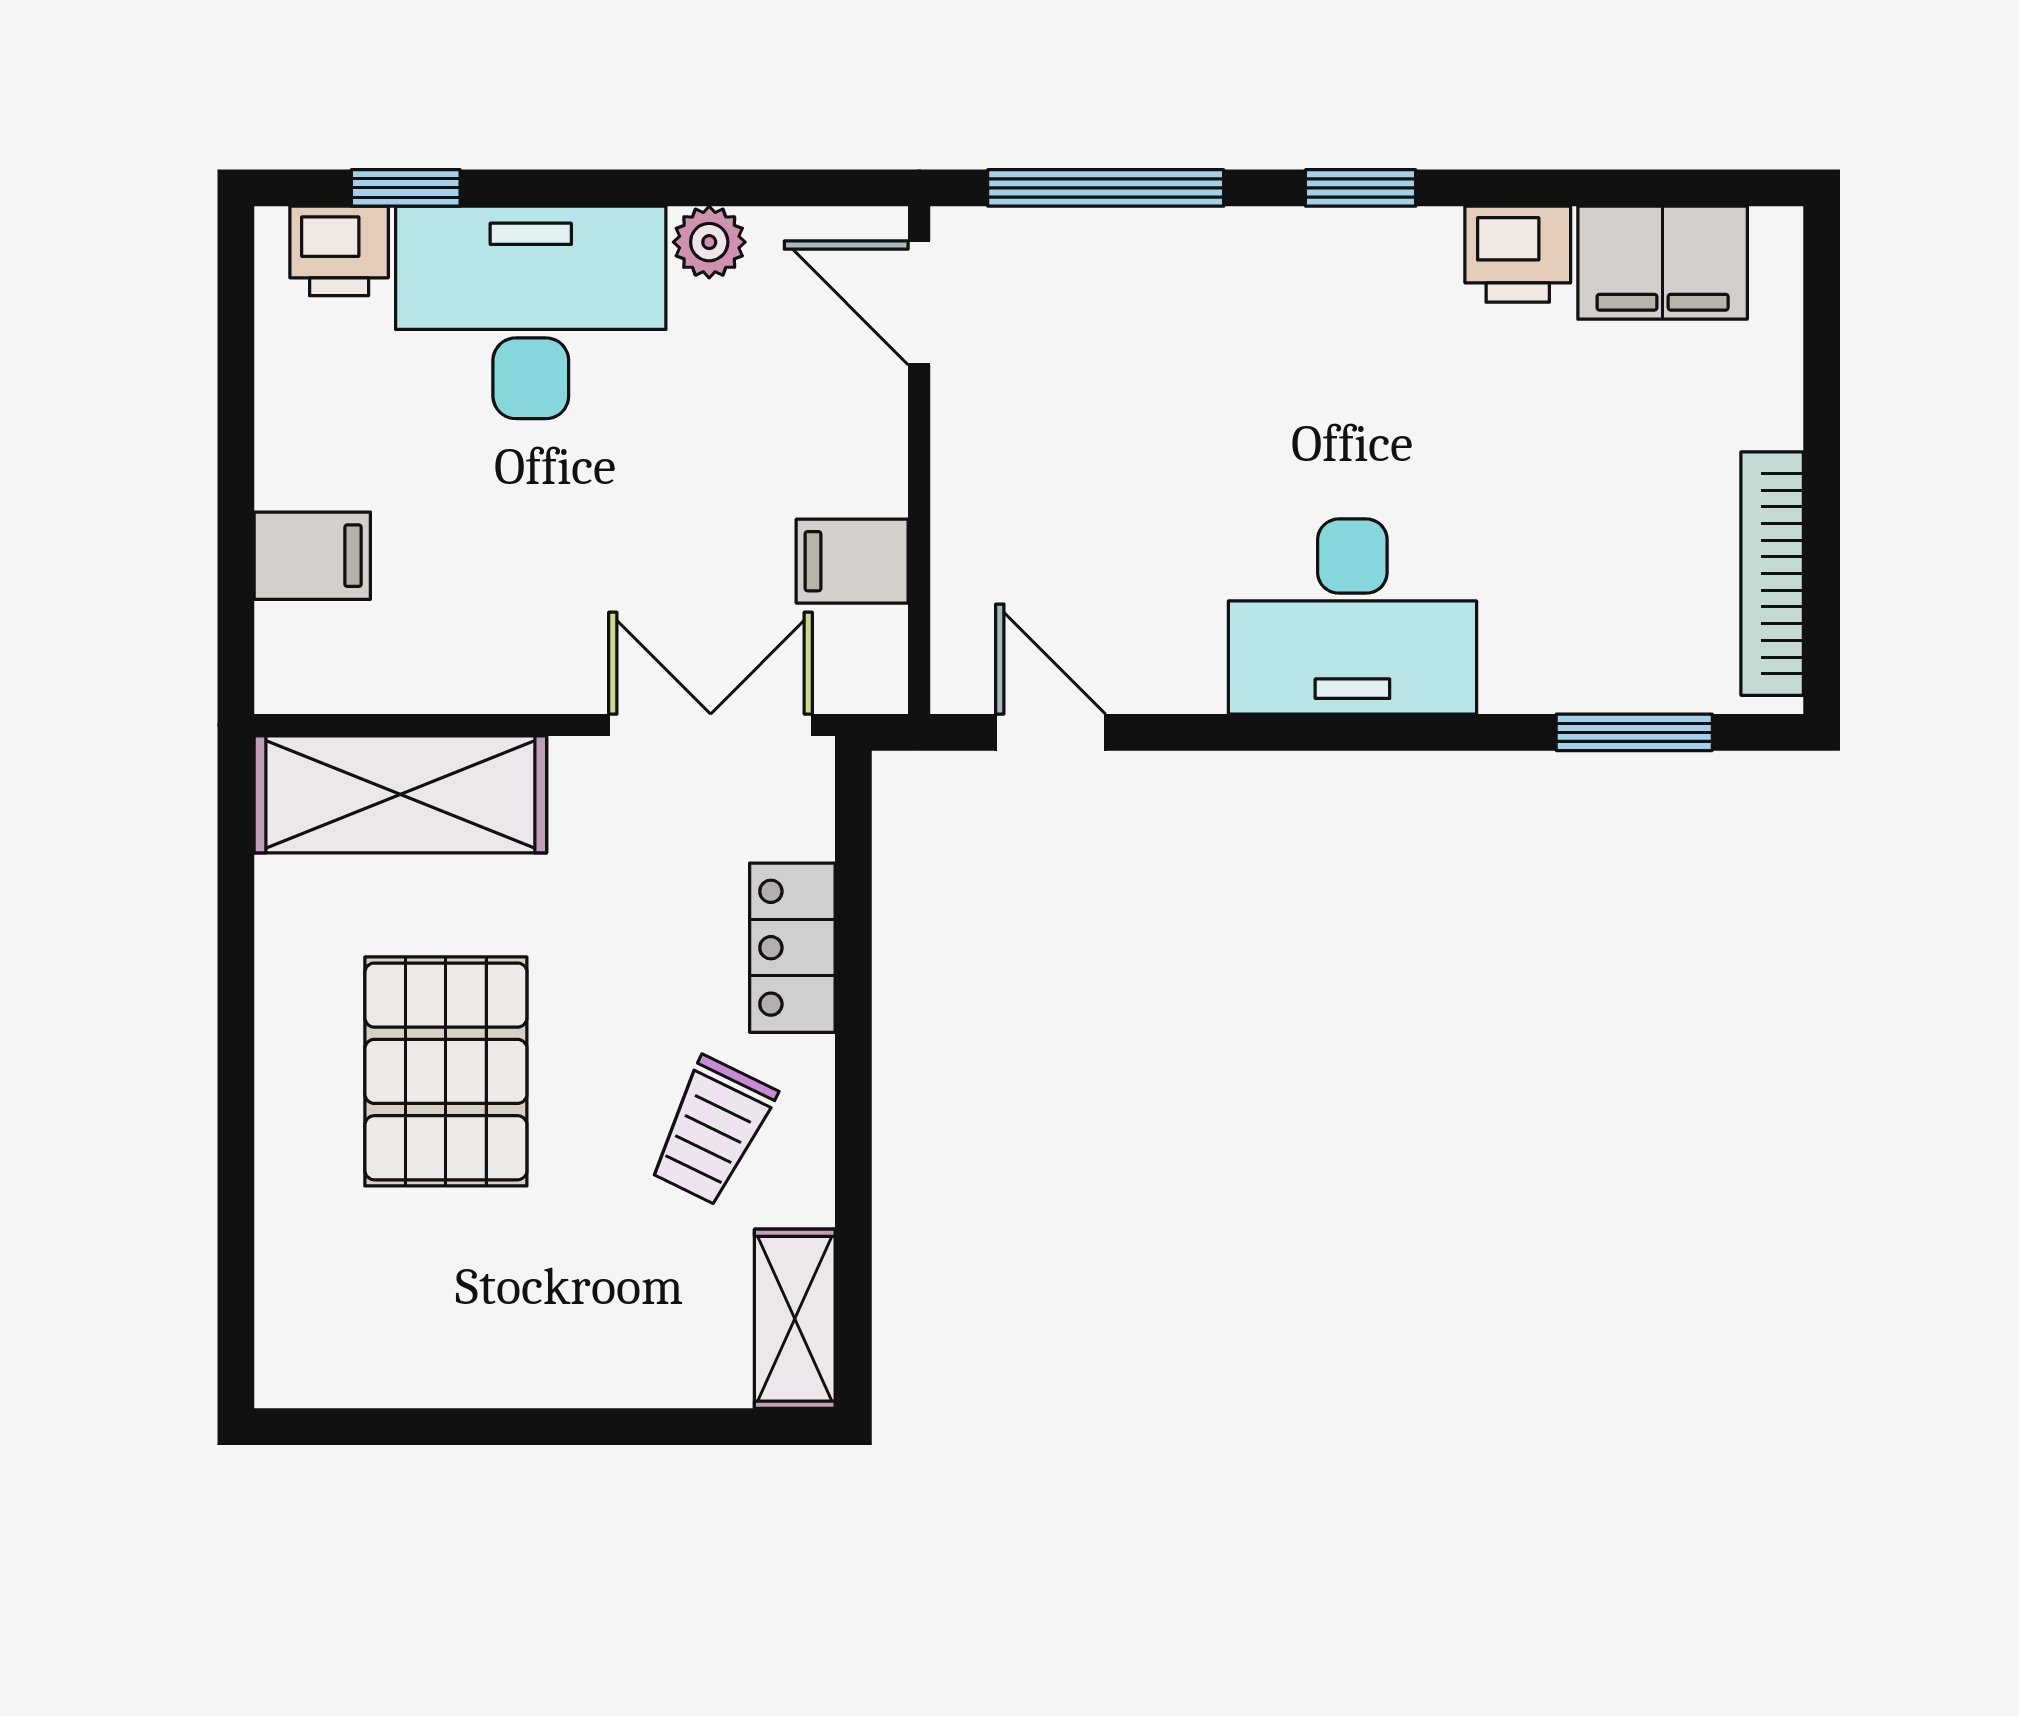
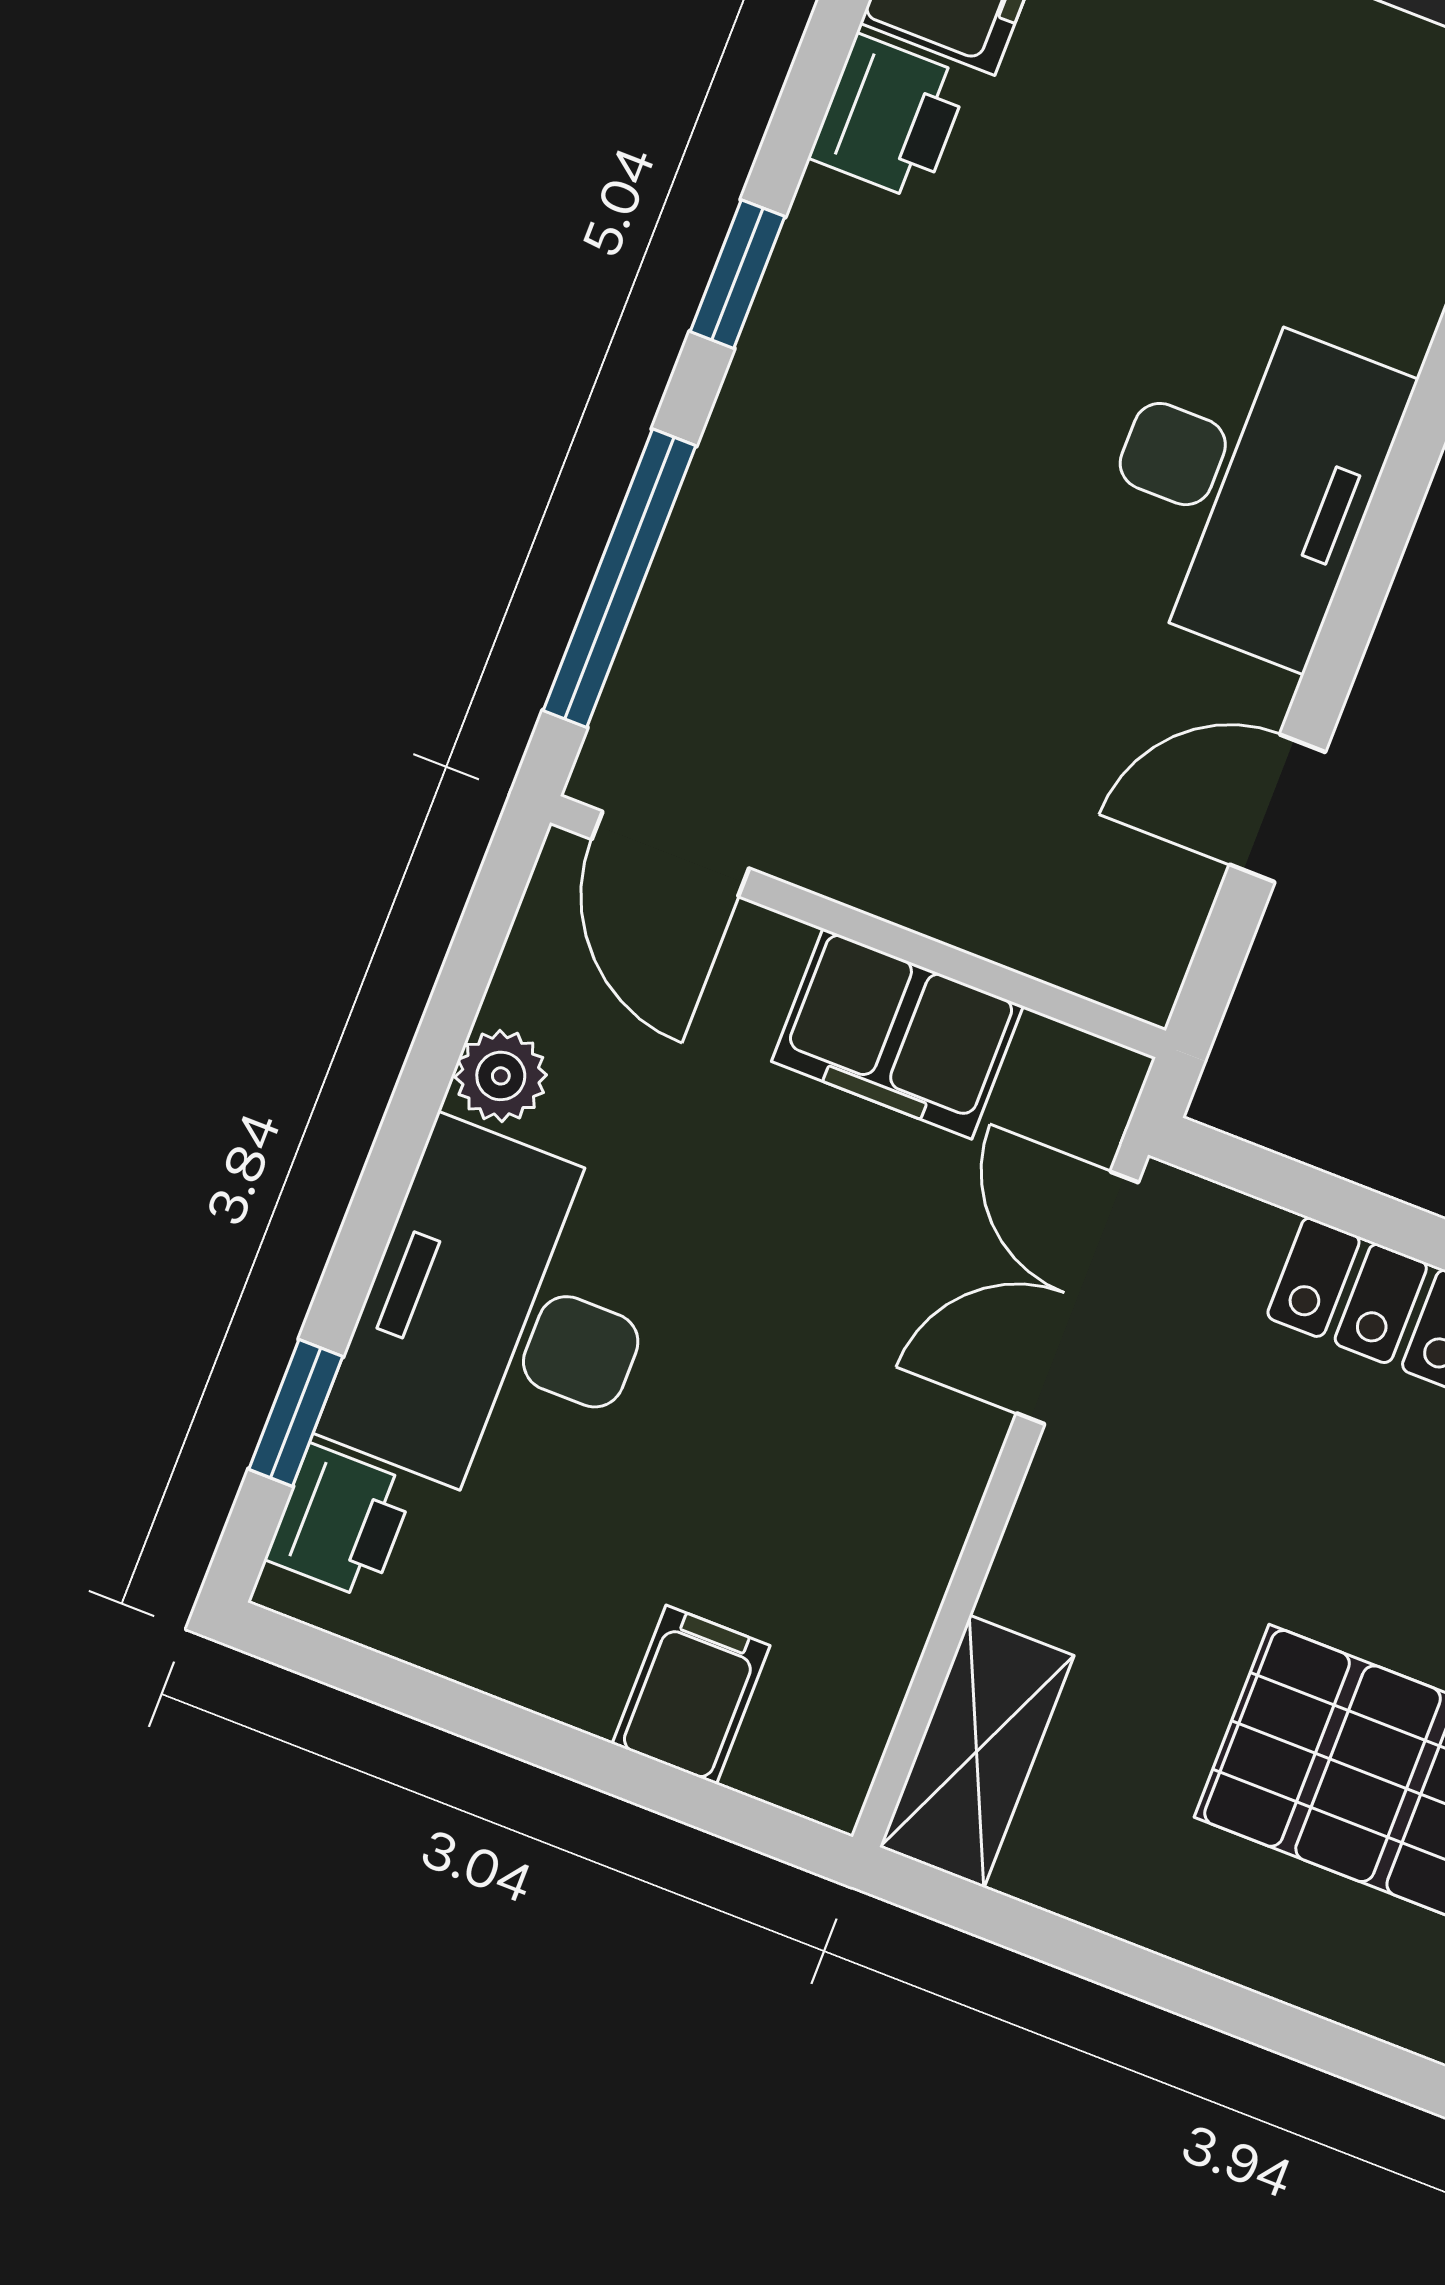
door: (919, 303) -> (670, 854), hinge flipped
filing cabinet: (852, 561) -> (897, 1034), width x2.00
door: (1051, 732) -> (1277, 808), moved
shelving: (400, 794) -> (977, 1751), width x0.67, depth x0.75

